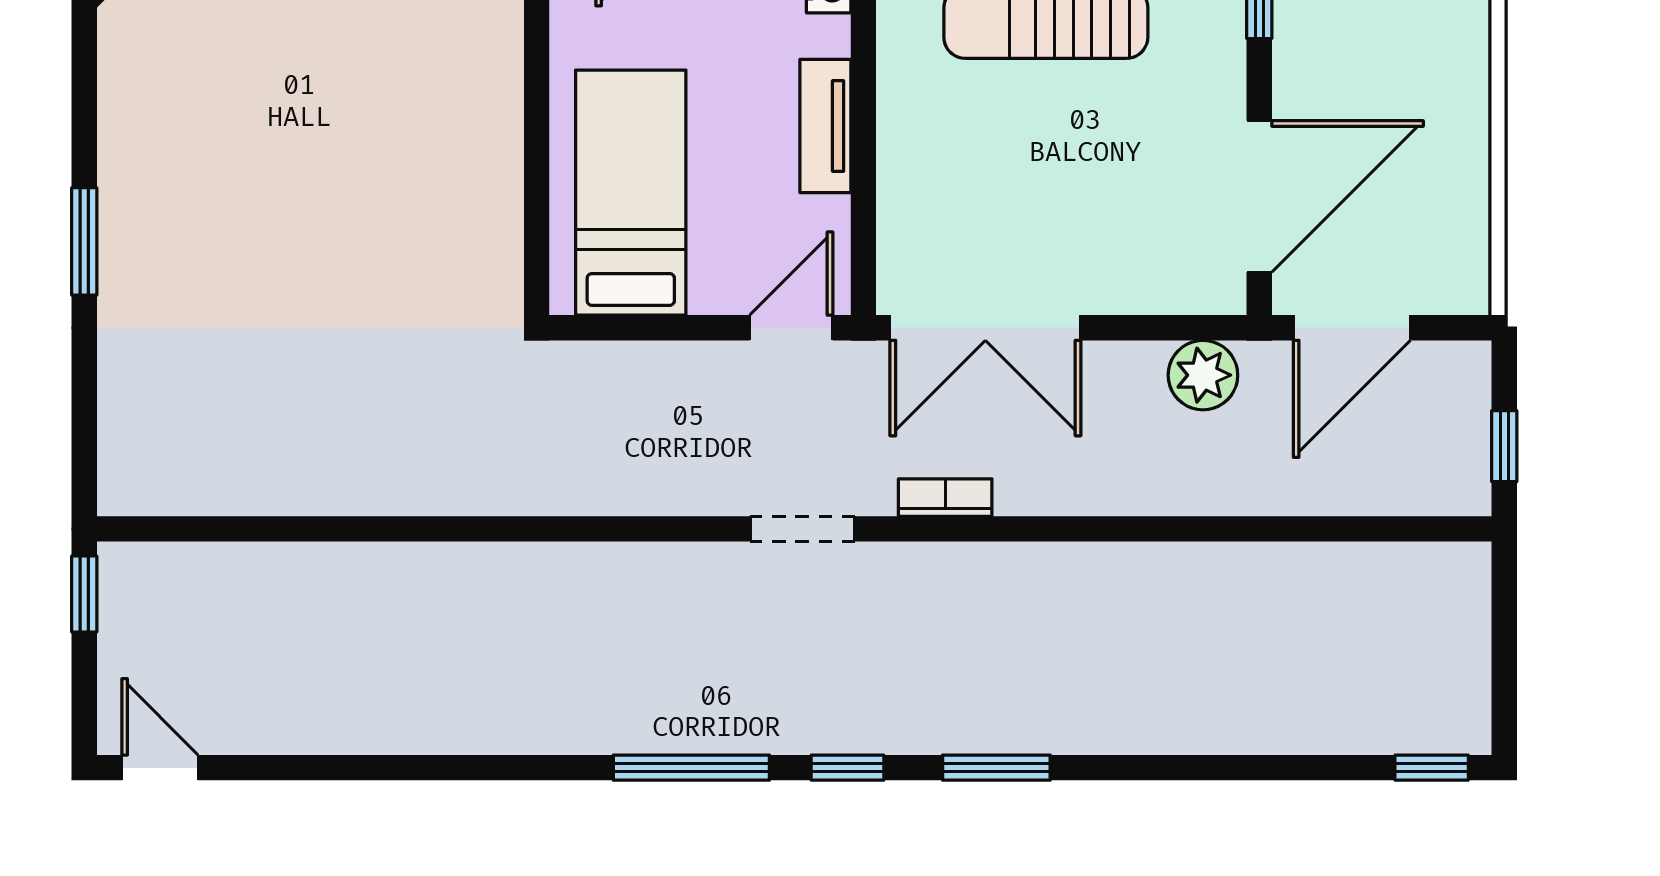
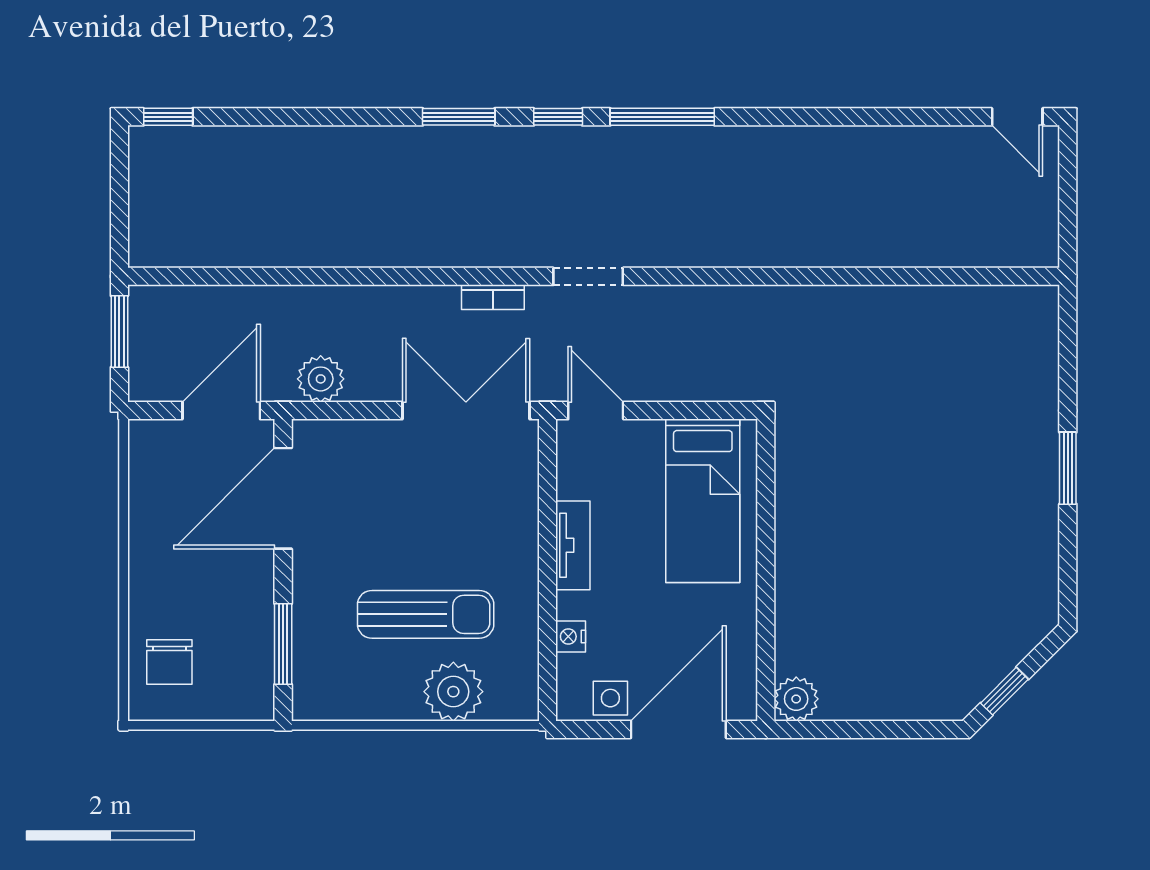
door: (791, 328) -> (596, 411), swing flipped
window: (1504, 446) -> (119, 332), width x1.50
window: (84, 594) -> (1068, 233), removed

